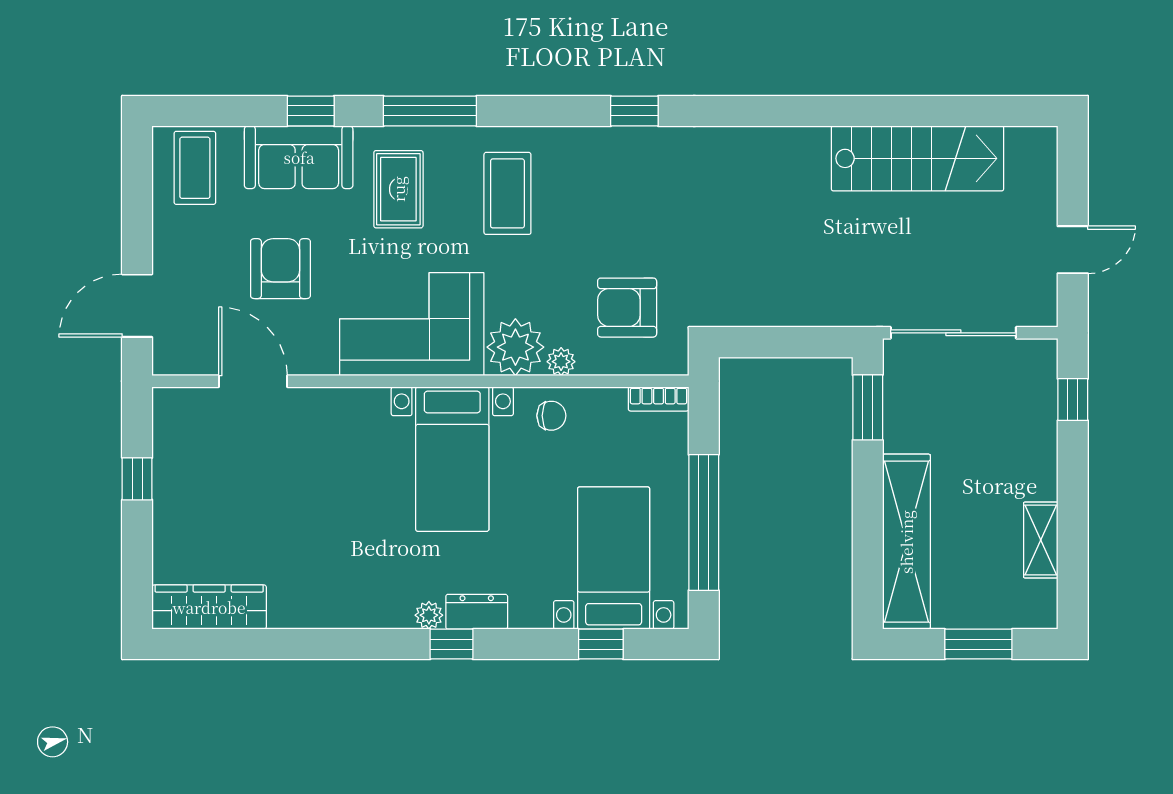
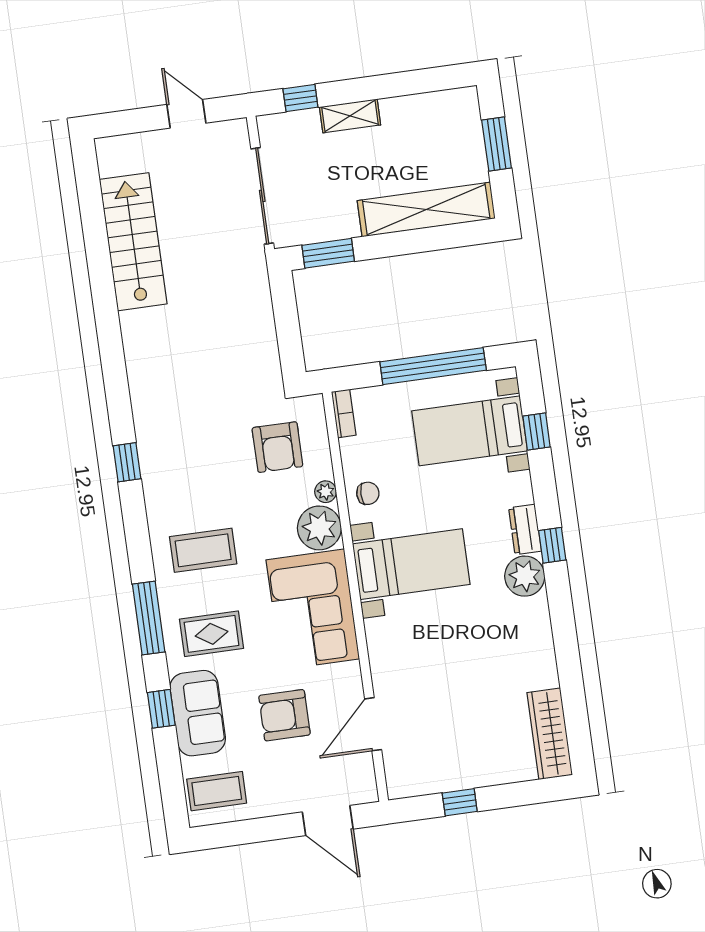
chair: (551, 416) -> (368, 493), turned 90
shelving: (1041, 540) -> (350, 116), moved
plant: (429, 615) -> (525, 576), width x1.87, depth x1.87

